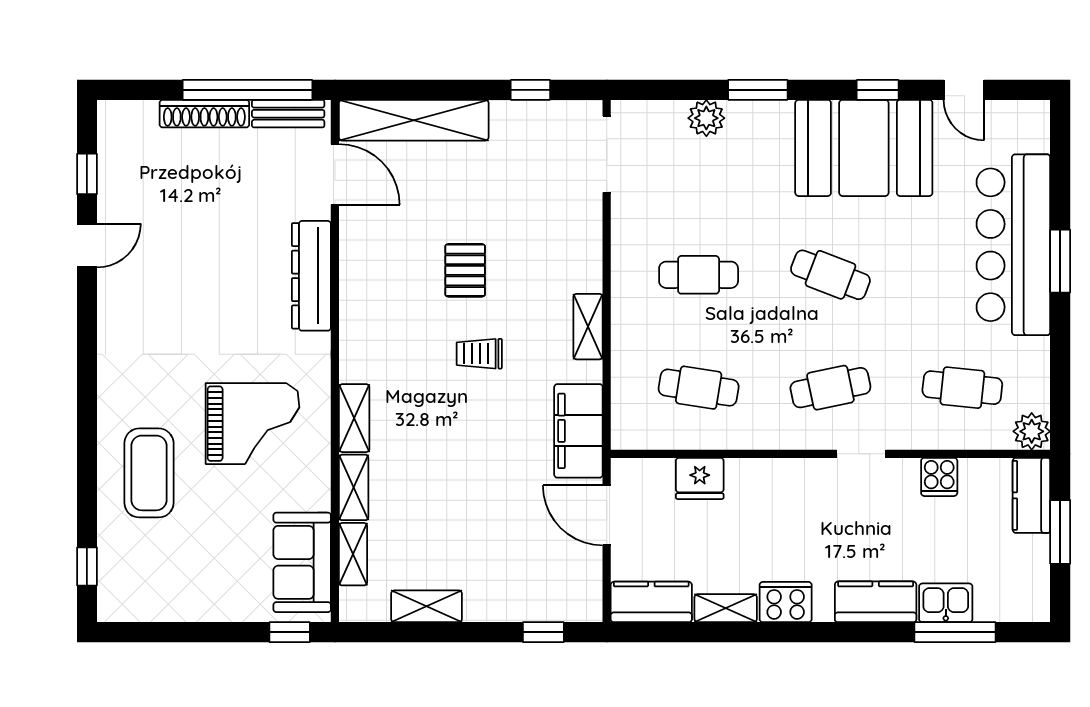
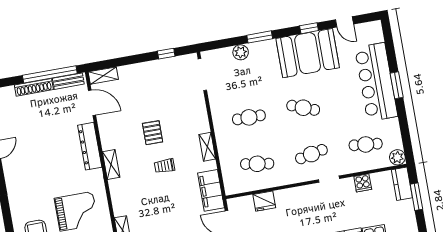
shelving: (414, 120) -> (103, 76), width x0.45, depth x0.75
shelving: (354, 418) -> (111, 165), moved

